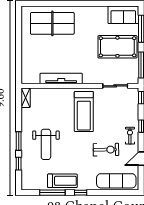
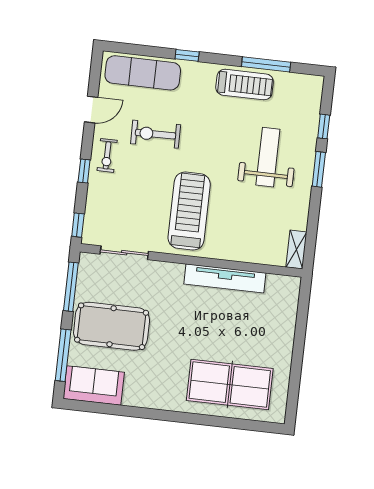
treadmill: (62, 181) -> (245, 85), turned 180
window: (81, 193) -> (187, 55), moved

